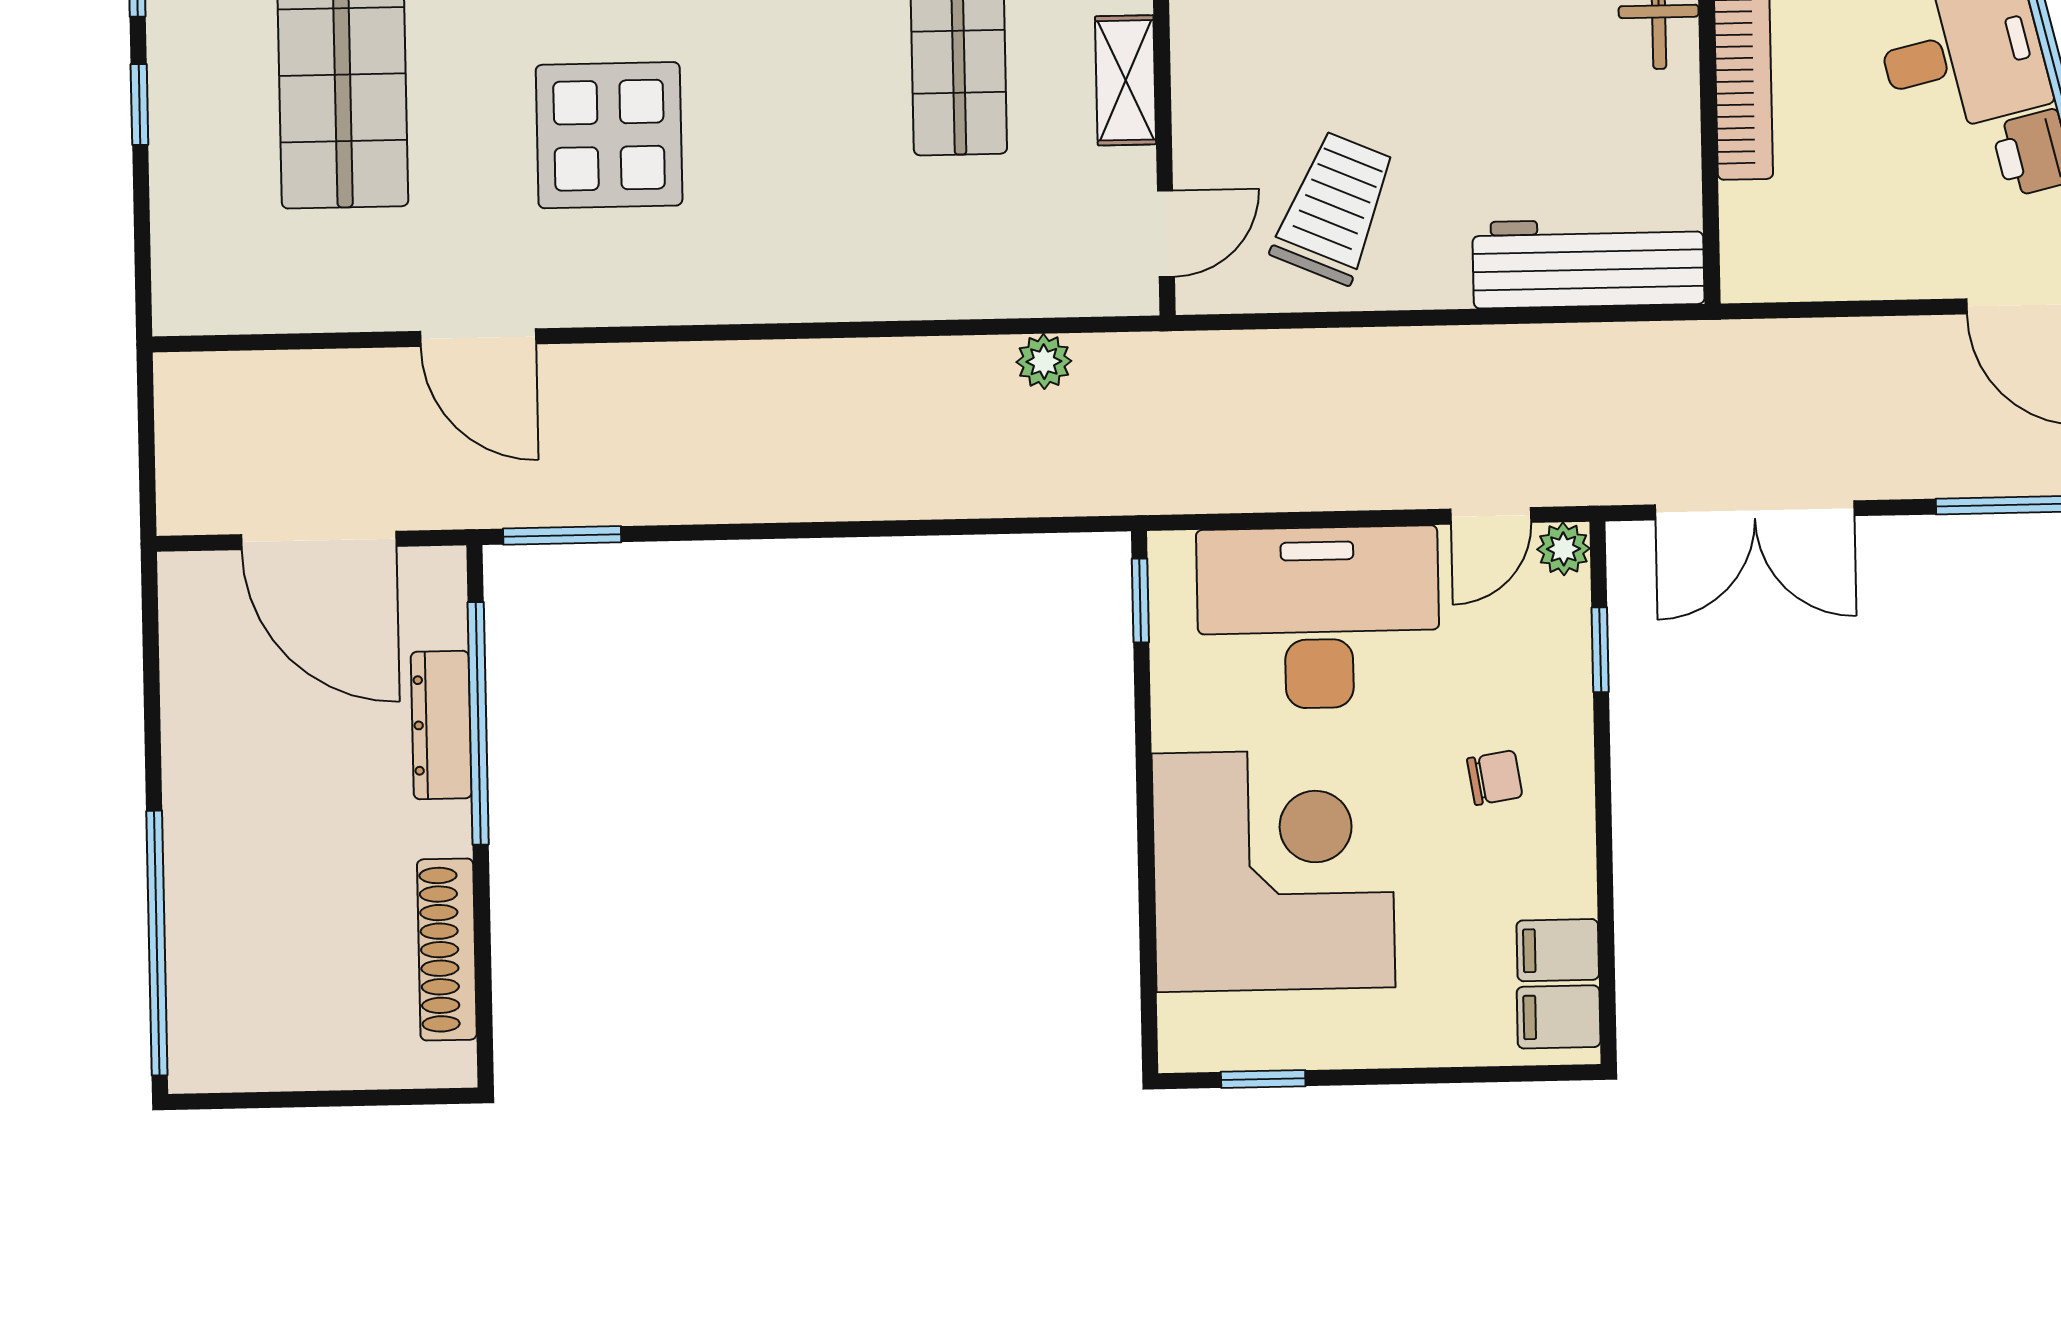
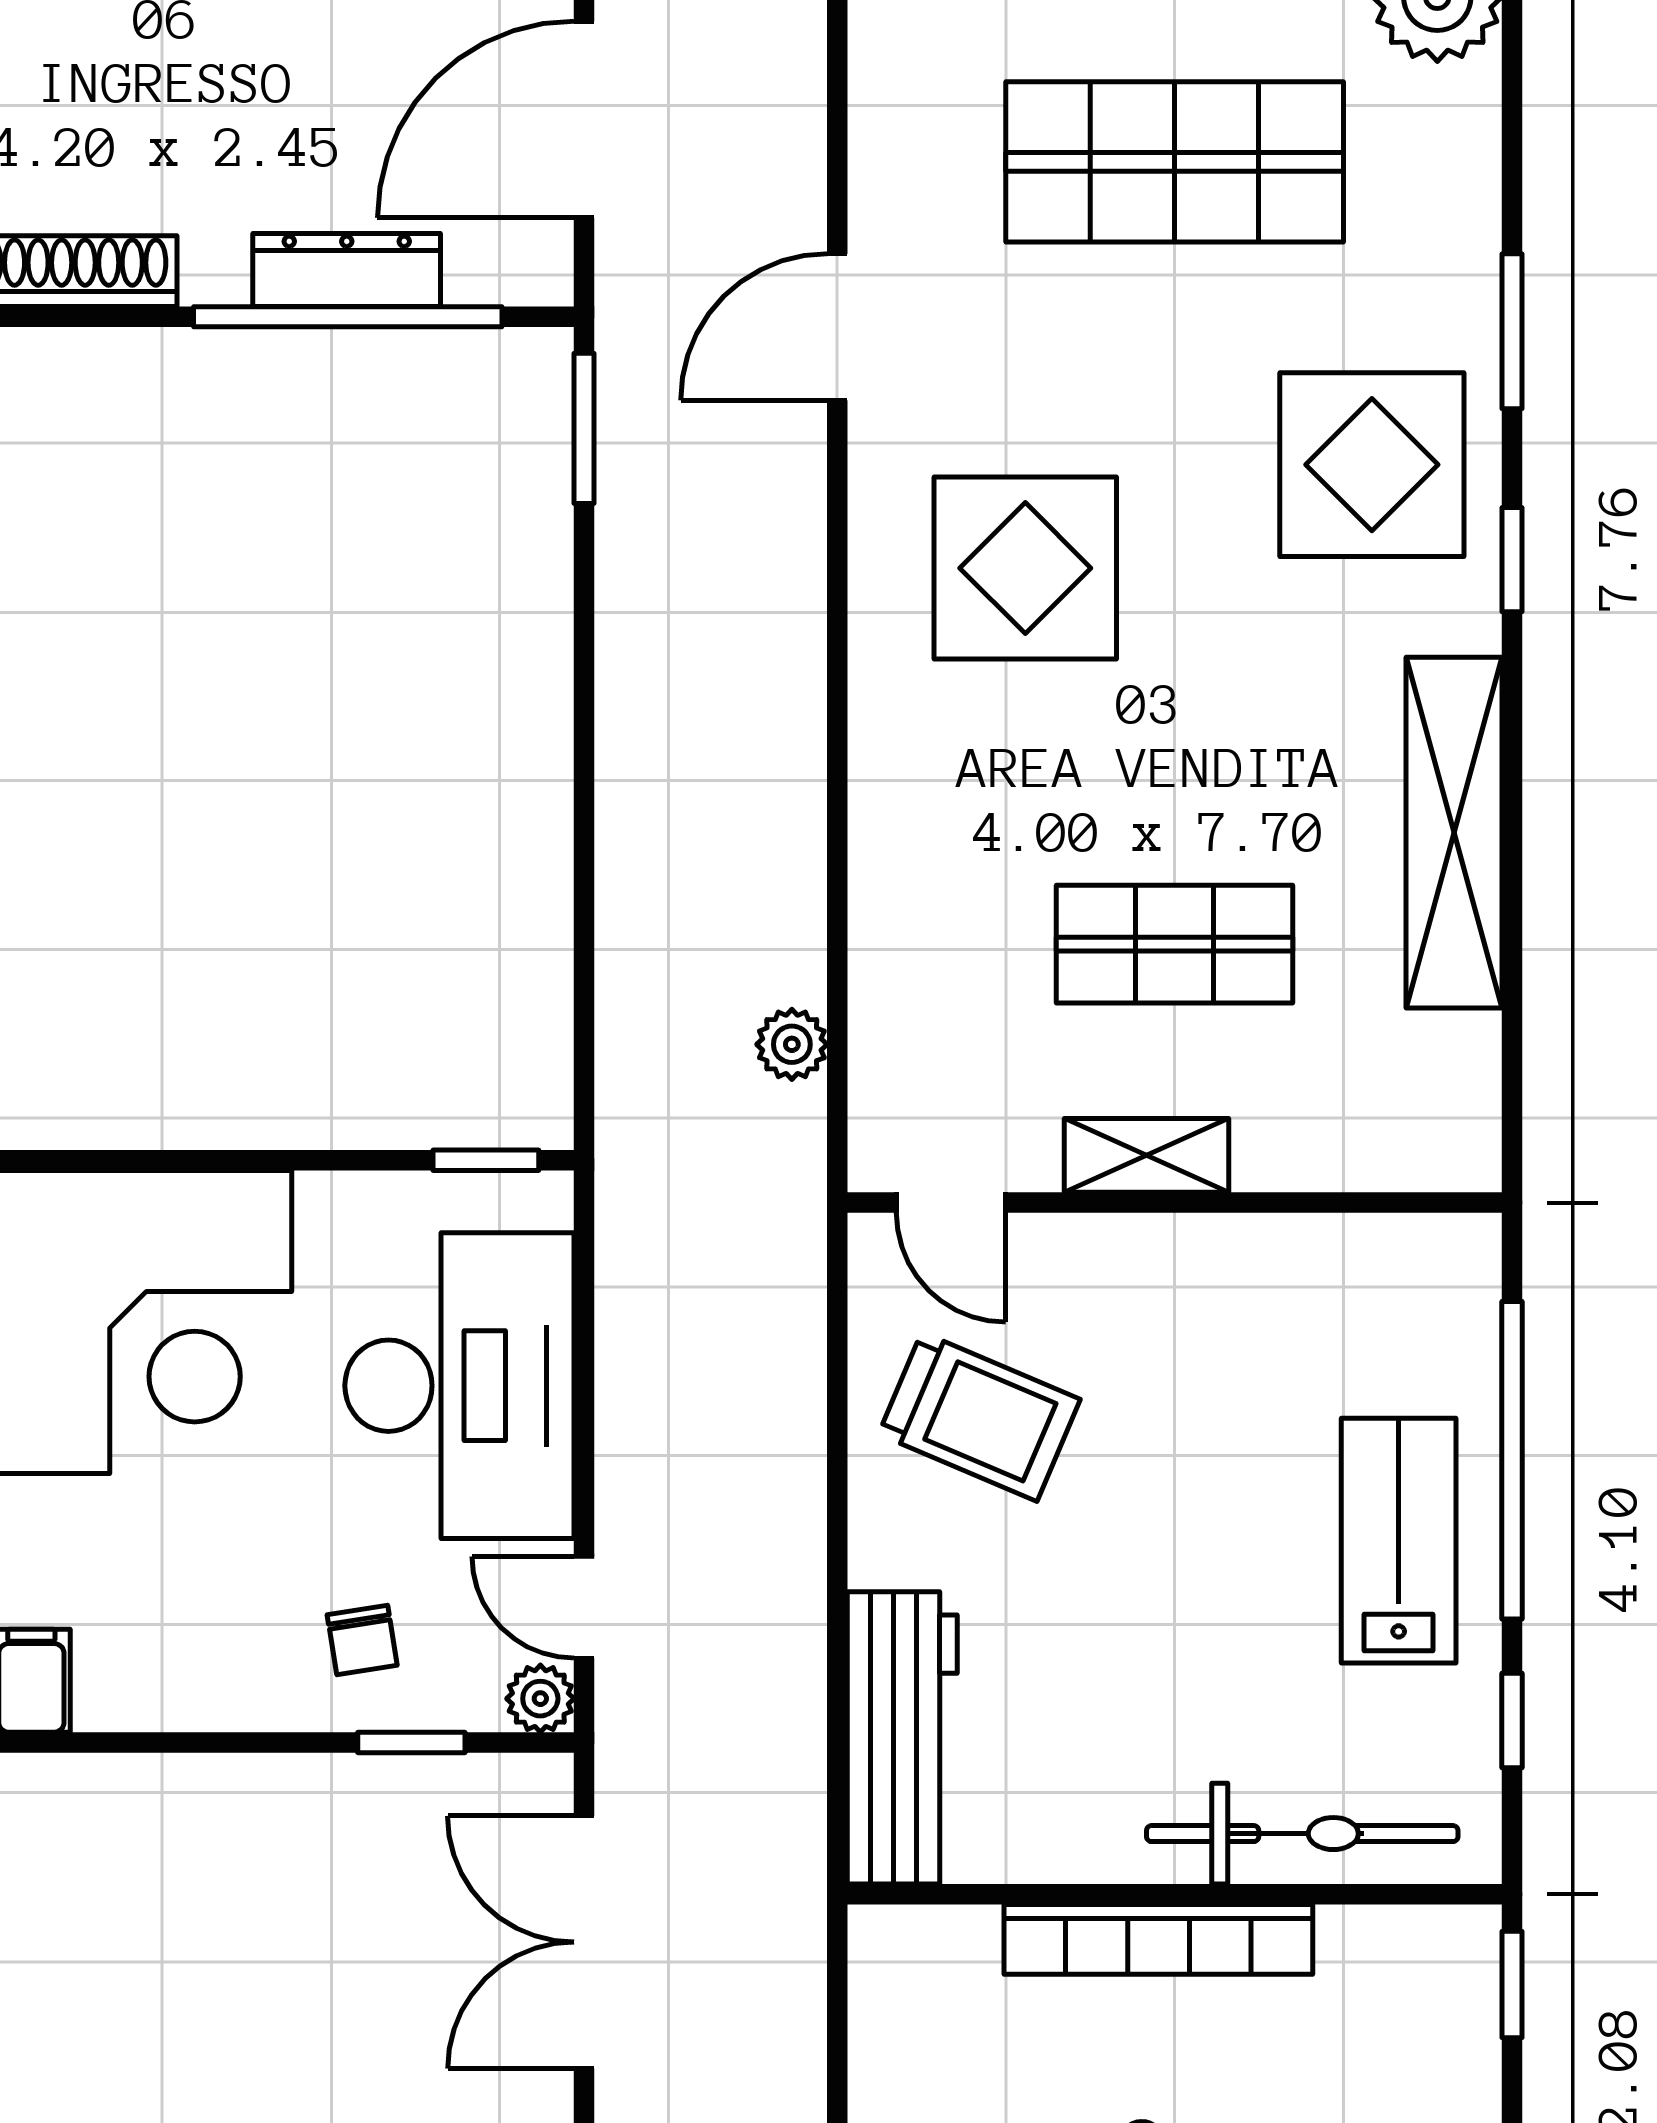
display table: (609, 135) -> (1025, 568), moved
chair: (1495, 778) -> (362, 1640), moved

